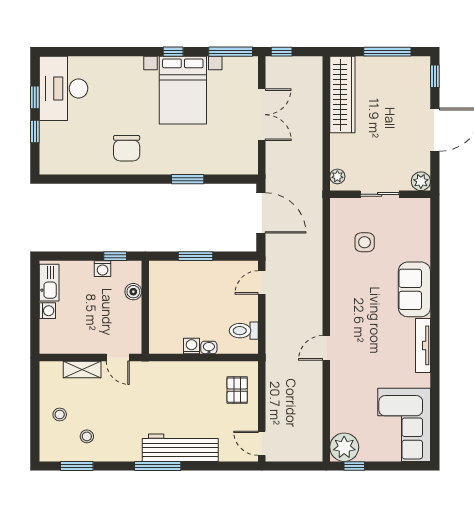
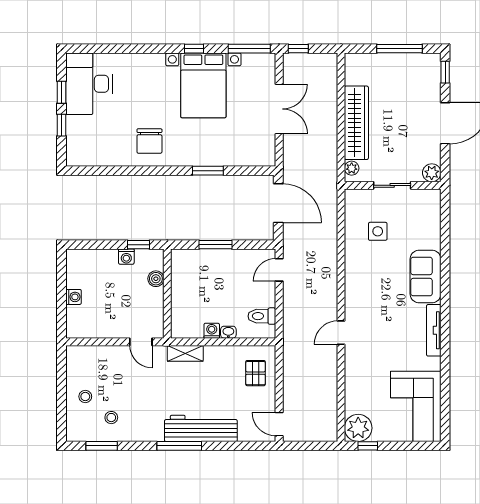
wardrobe: (342, 95) -> (356, 123), moved
kitchen sink: (49, 283) -> (75, 270), removed
shelving: (82, 370) -> (185, 353), moved

